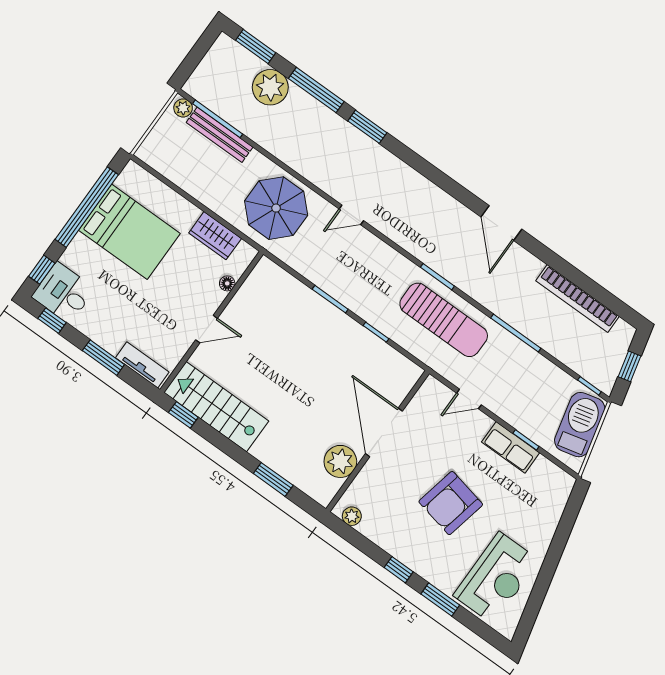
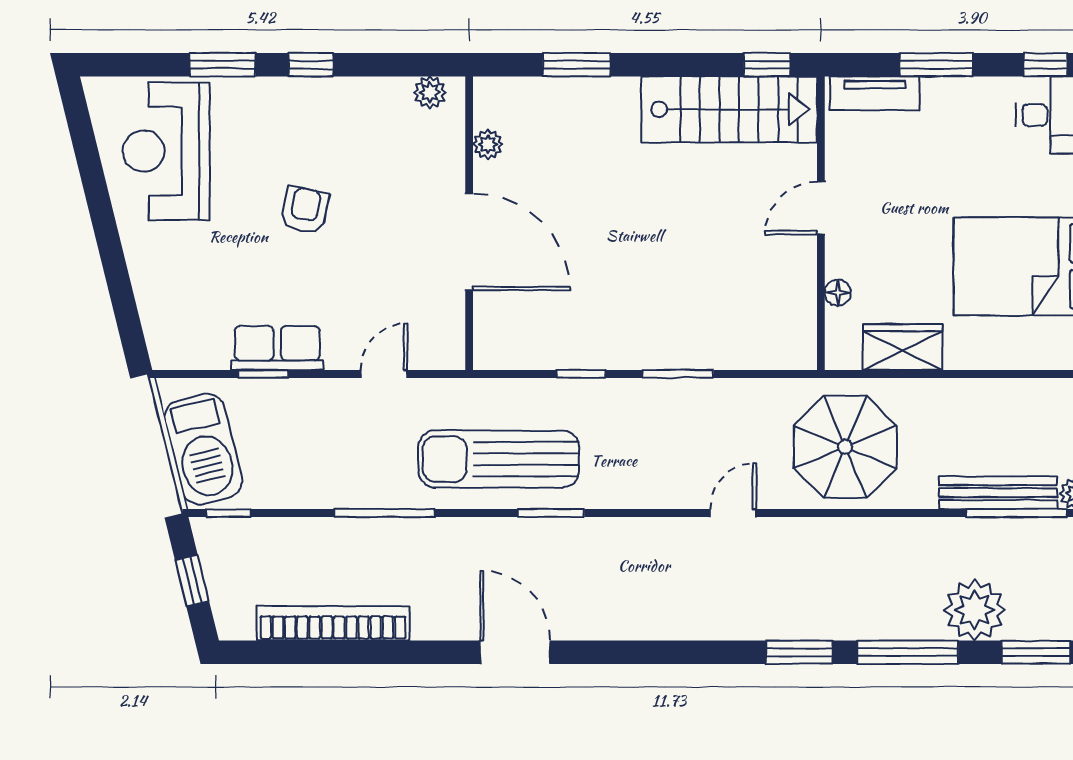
plant: (340, 461) -> (488, 144), width x0.53, depth x0.53
armchair: (451, 503) -> (305, 210), width x0.53, depth x0.53

